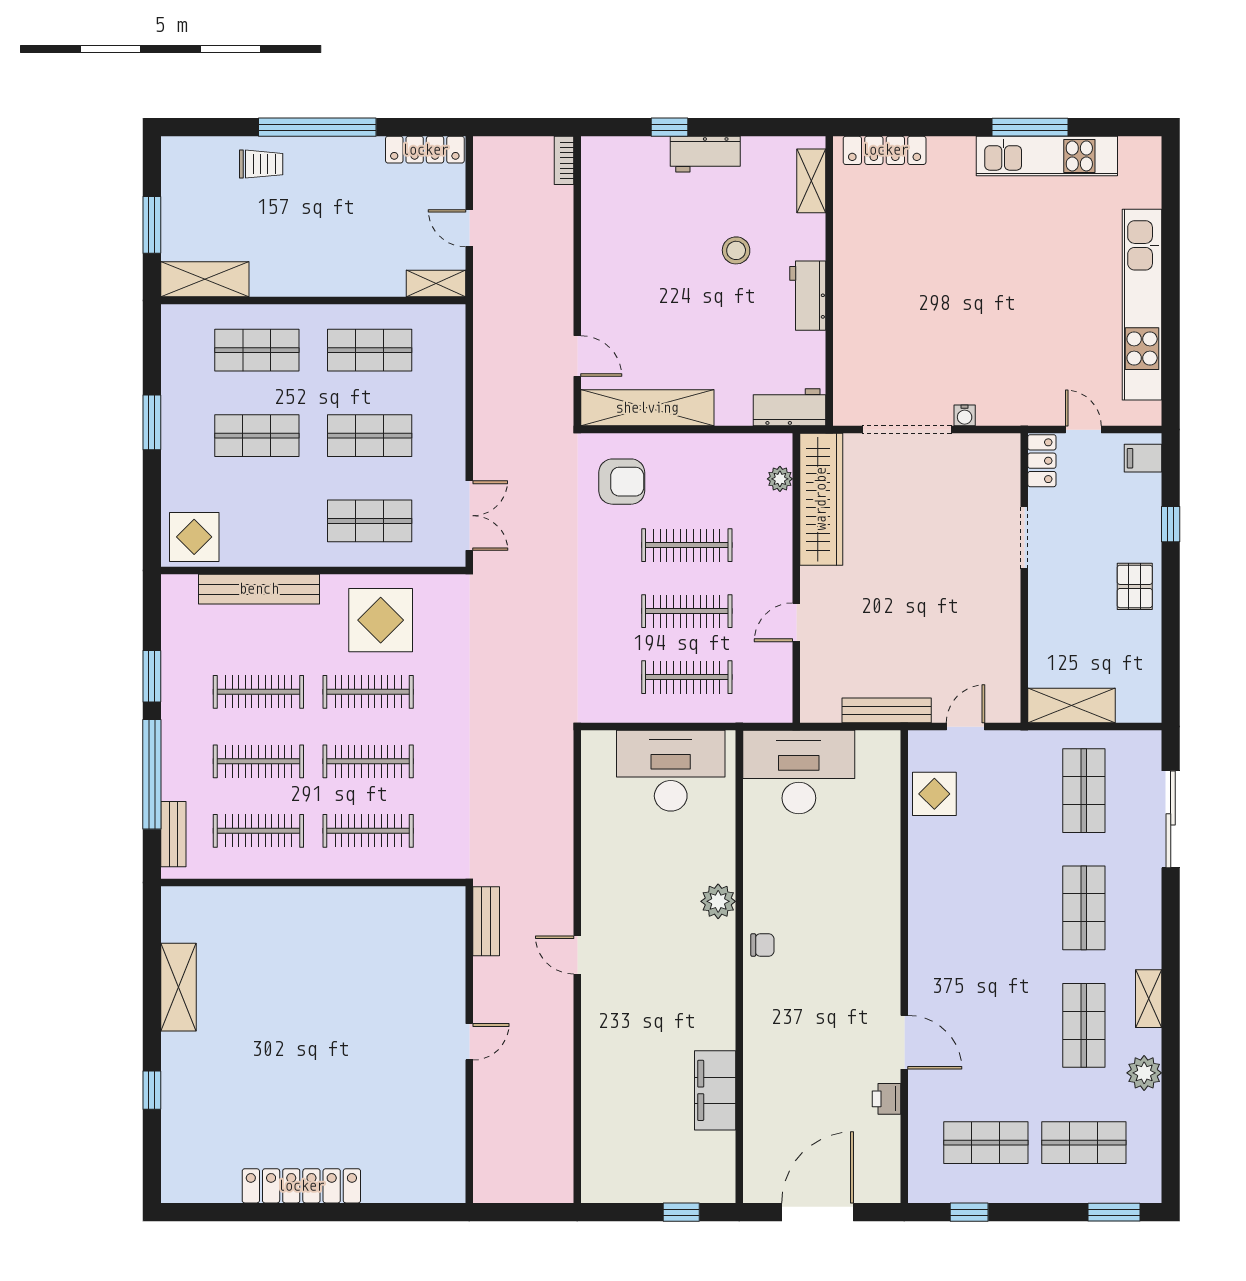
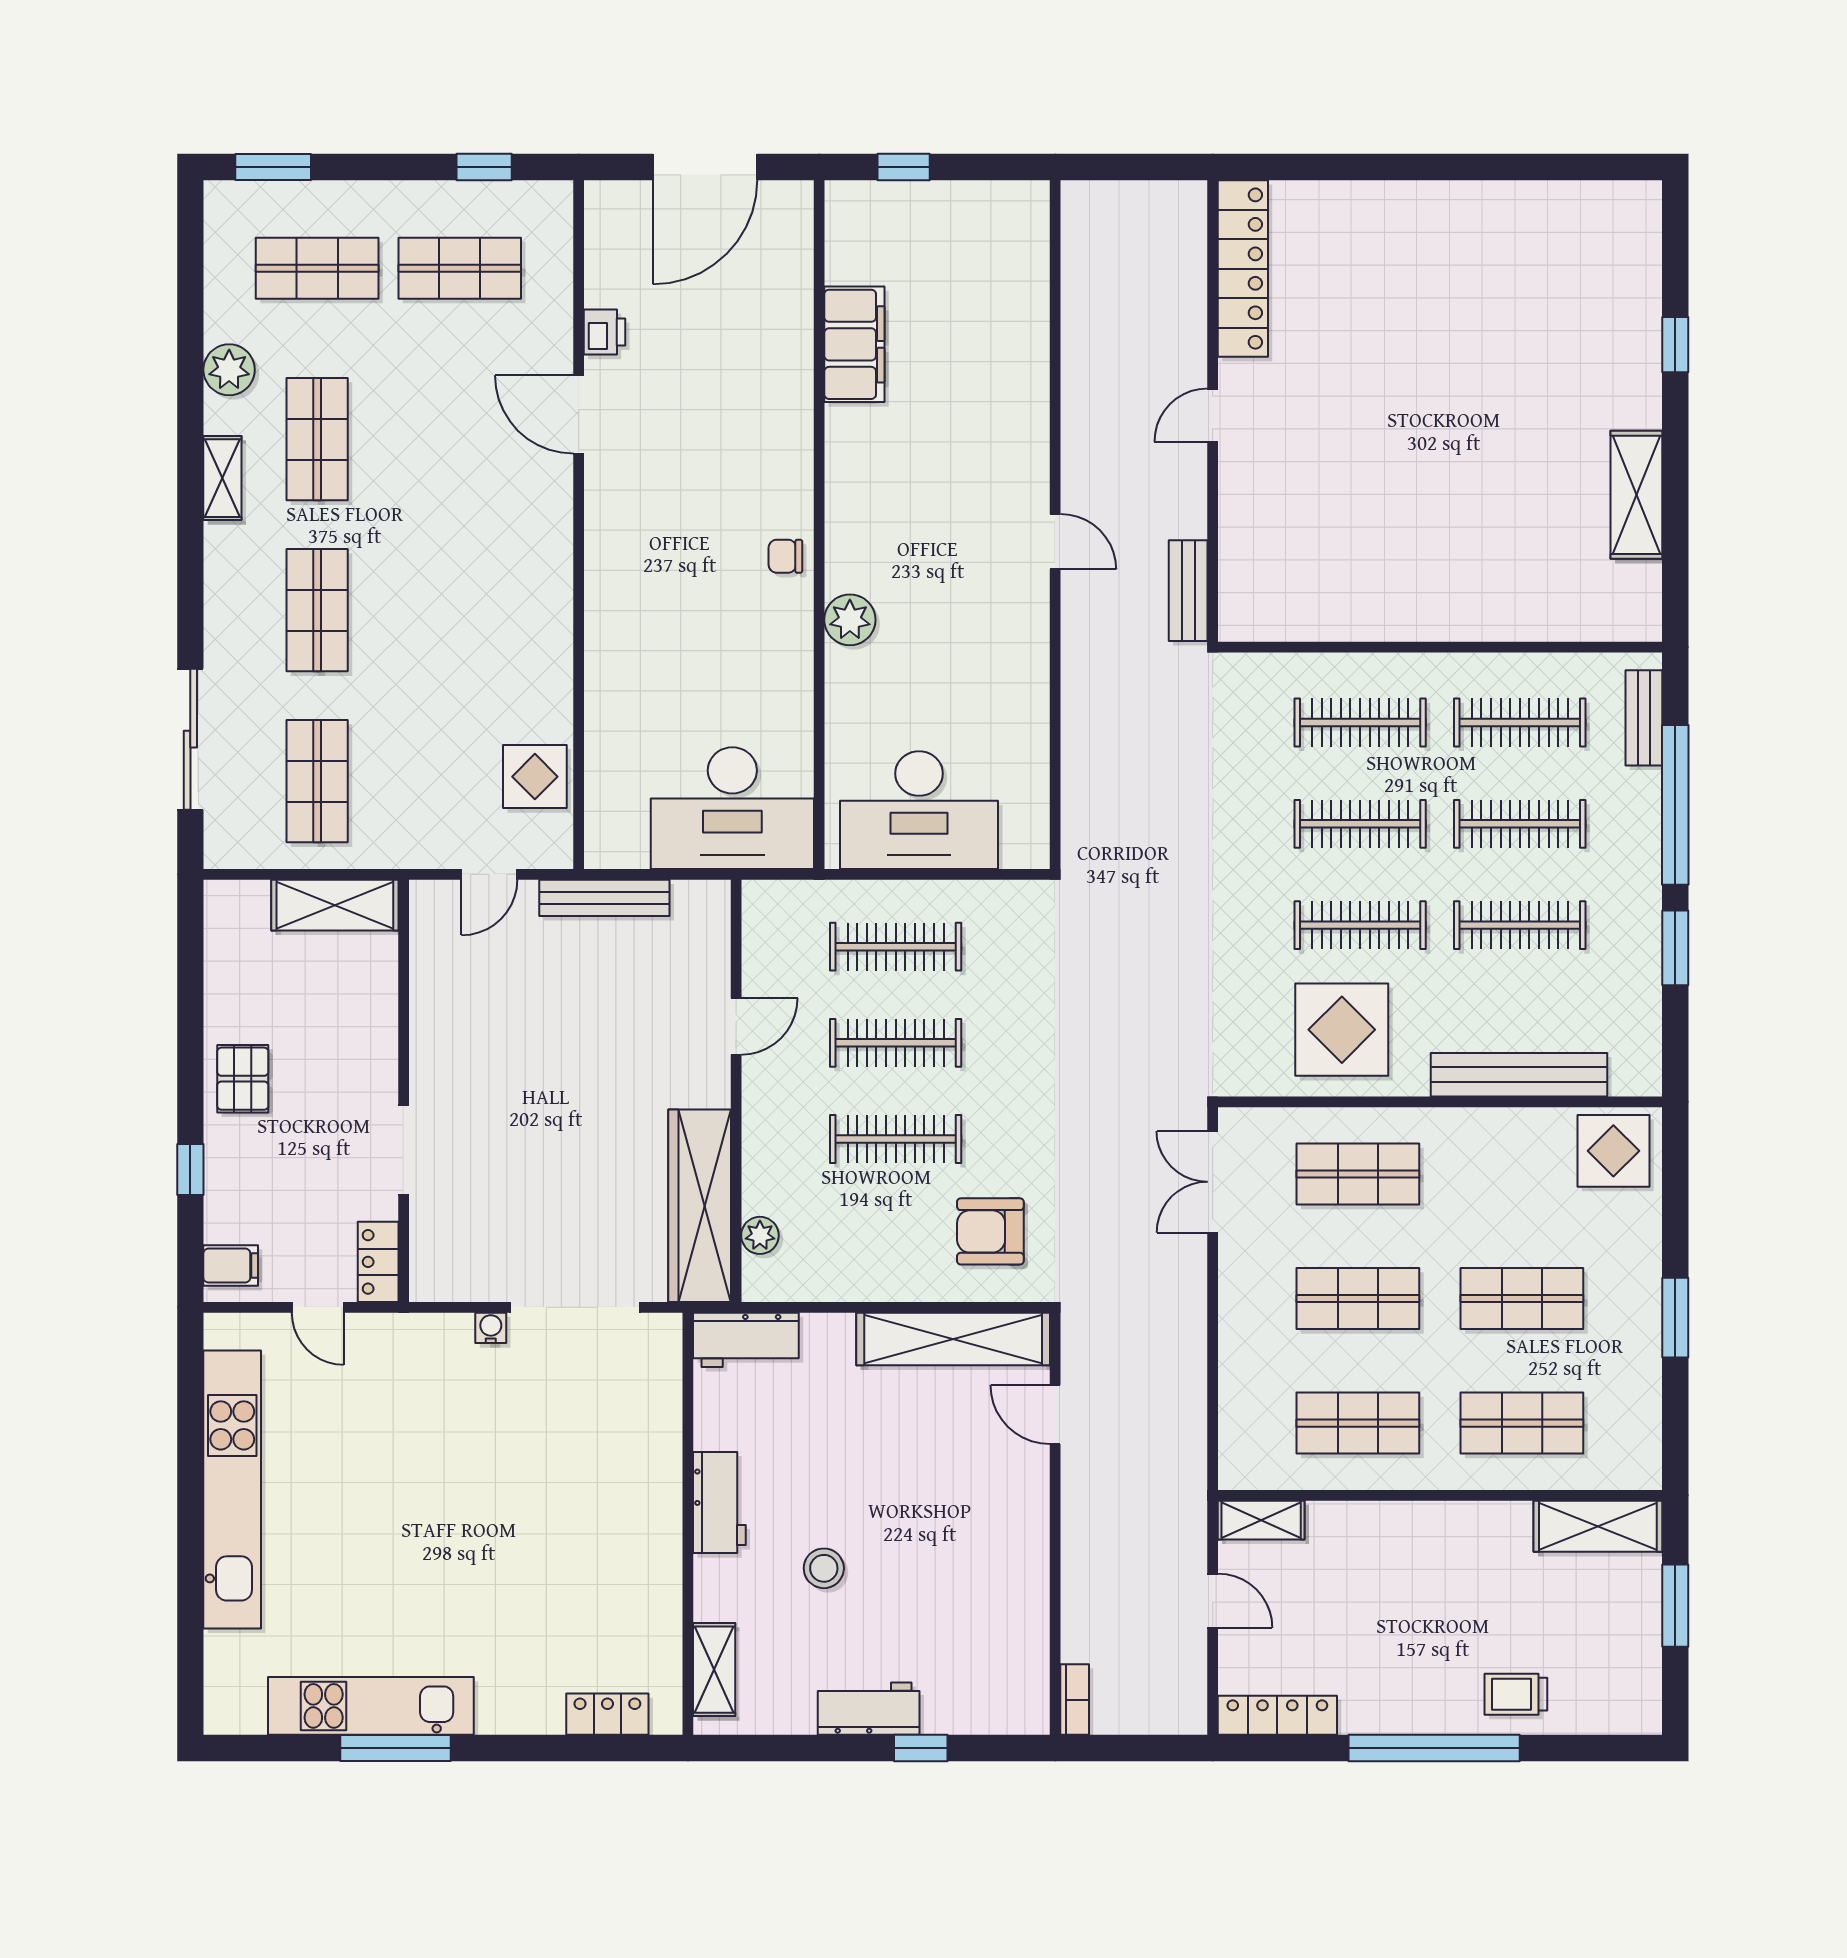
locker: (885, 150) -> (607, 1714), width x0.66
locker: (301, 1186) -> (1243, 269), moved, turned -90

